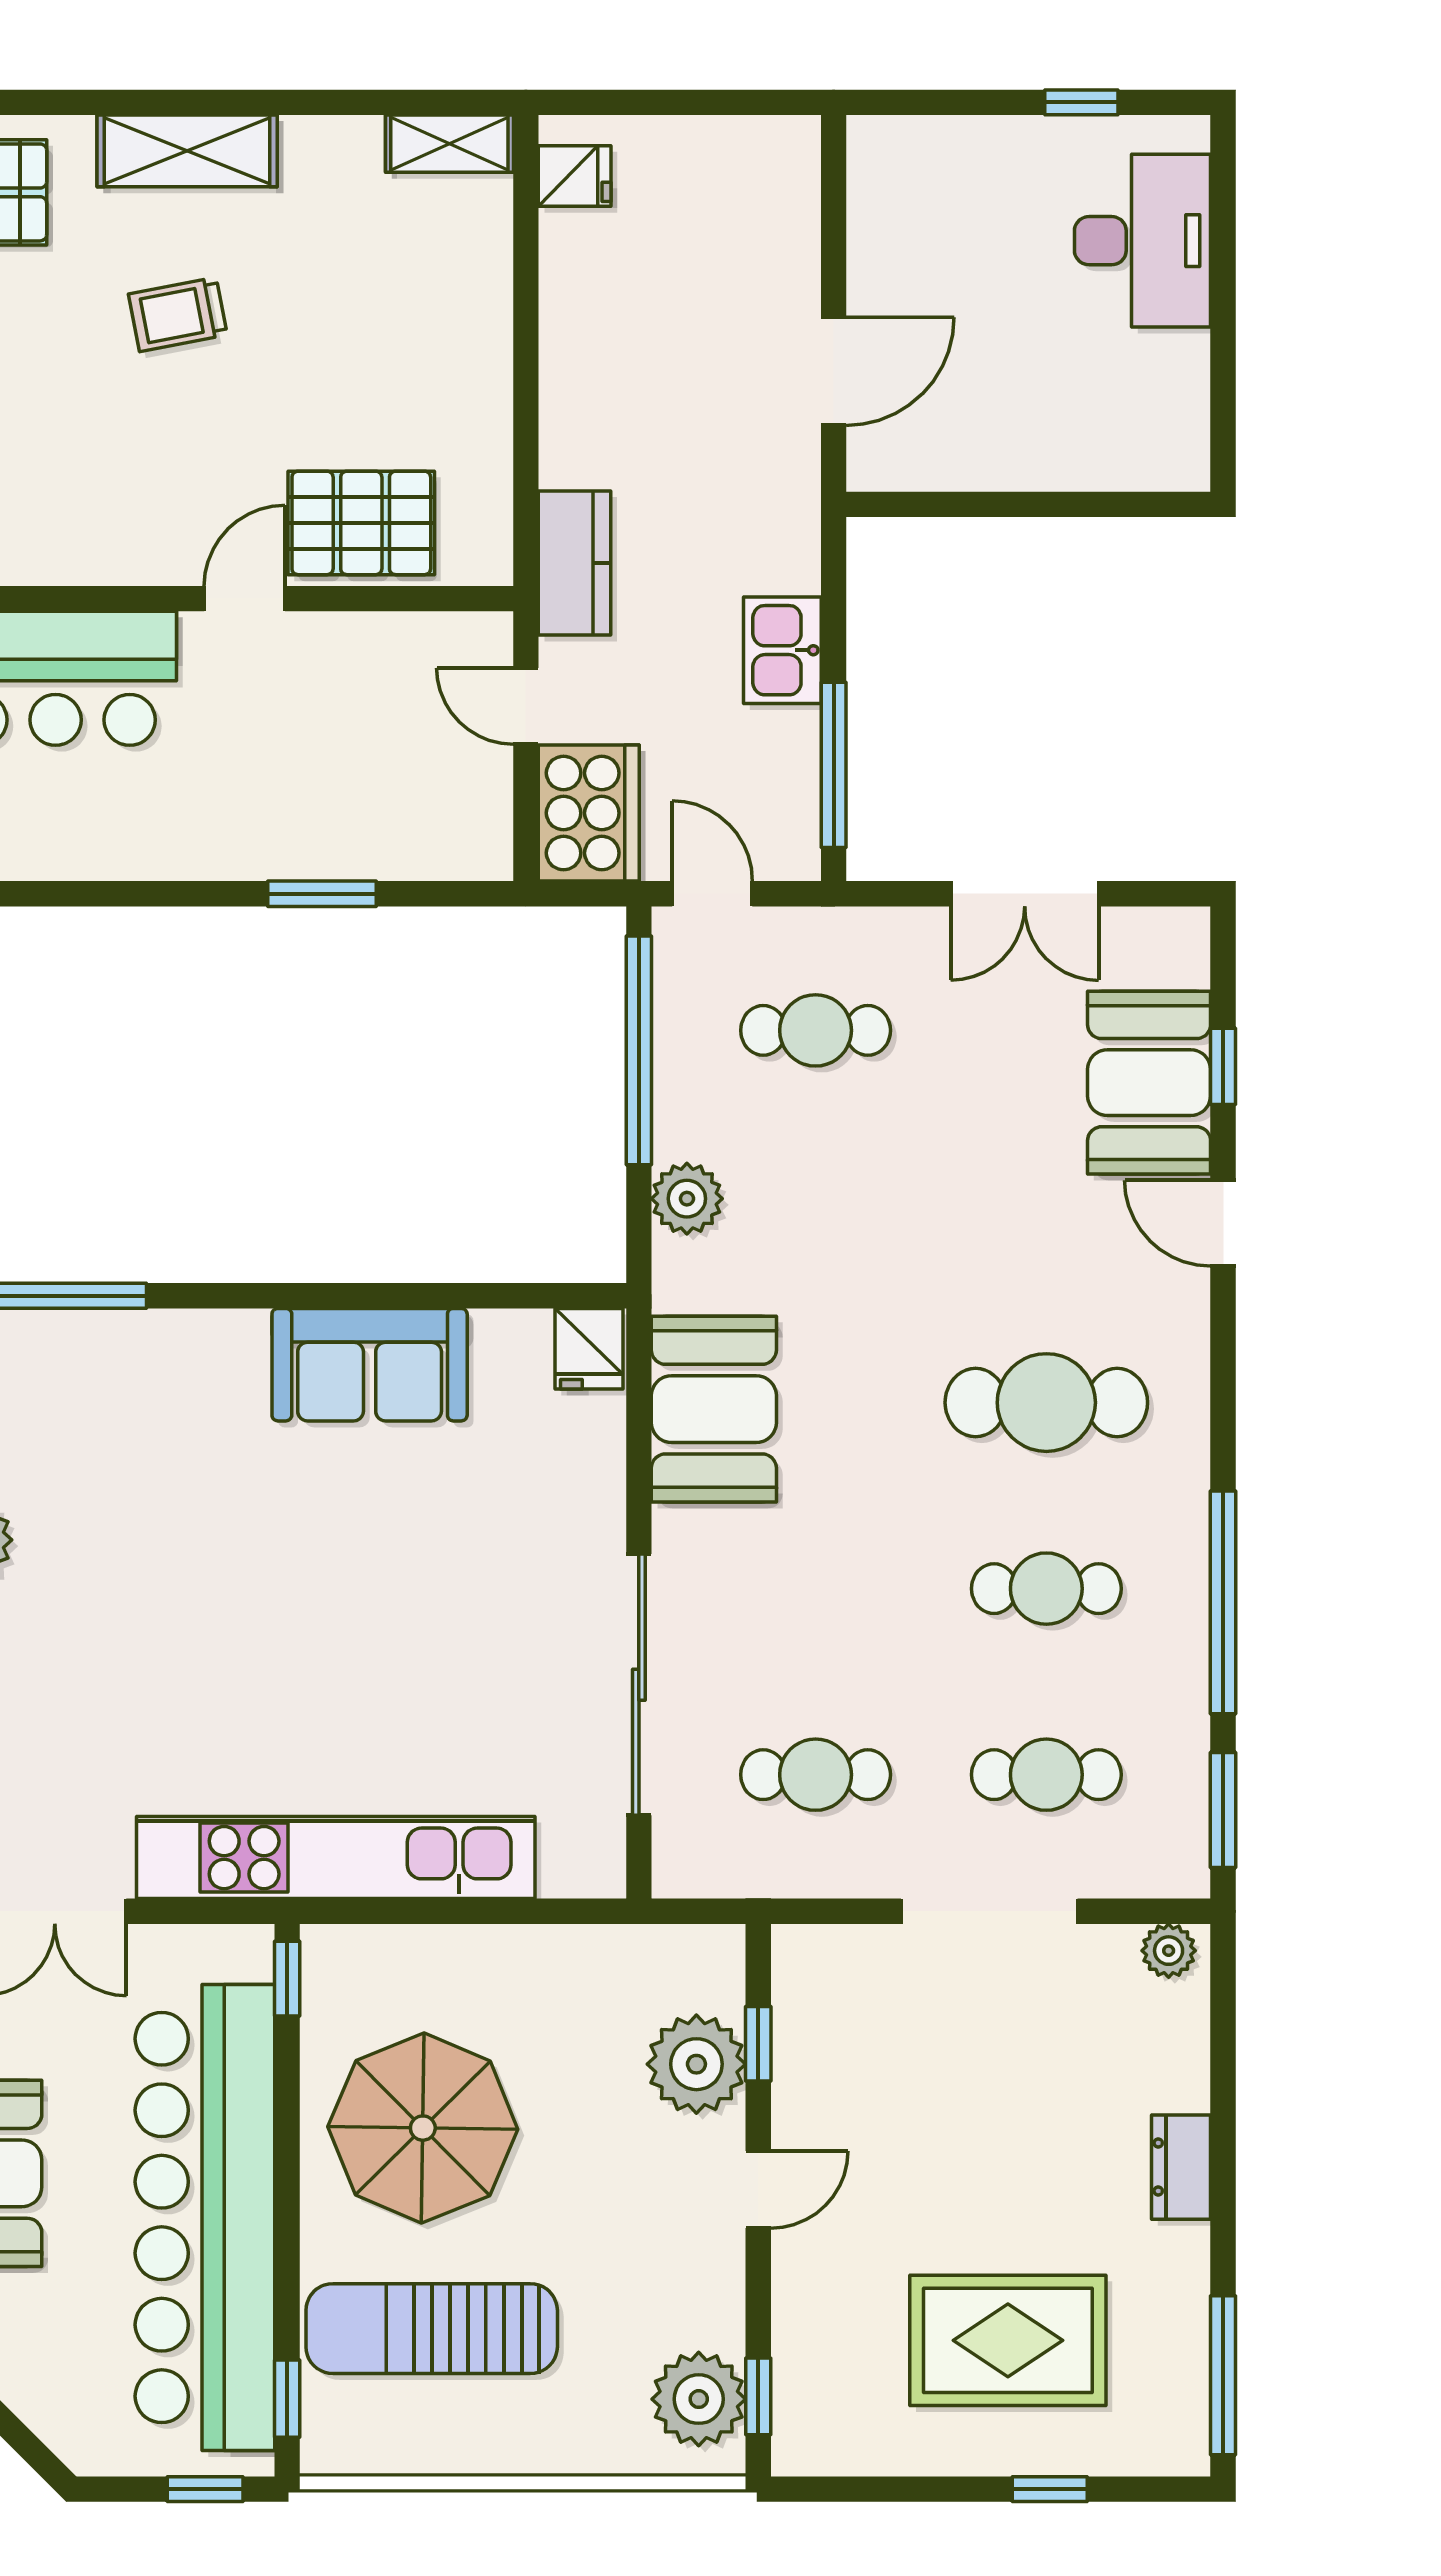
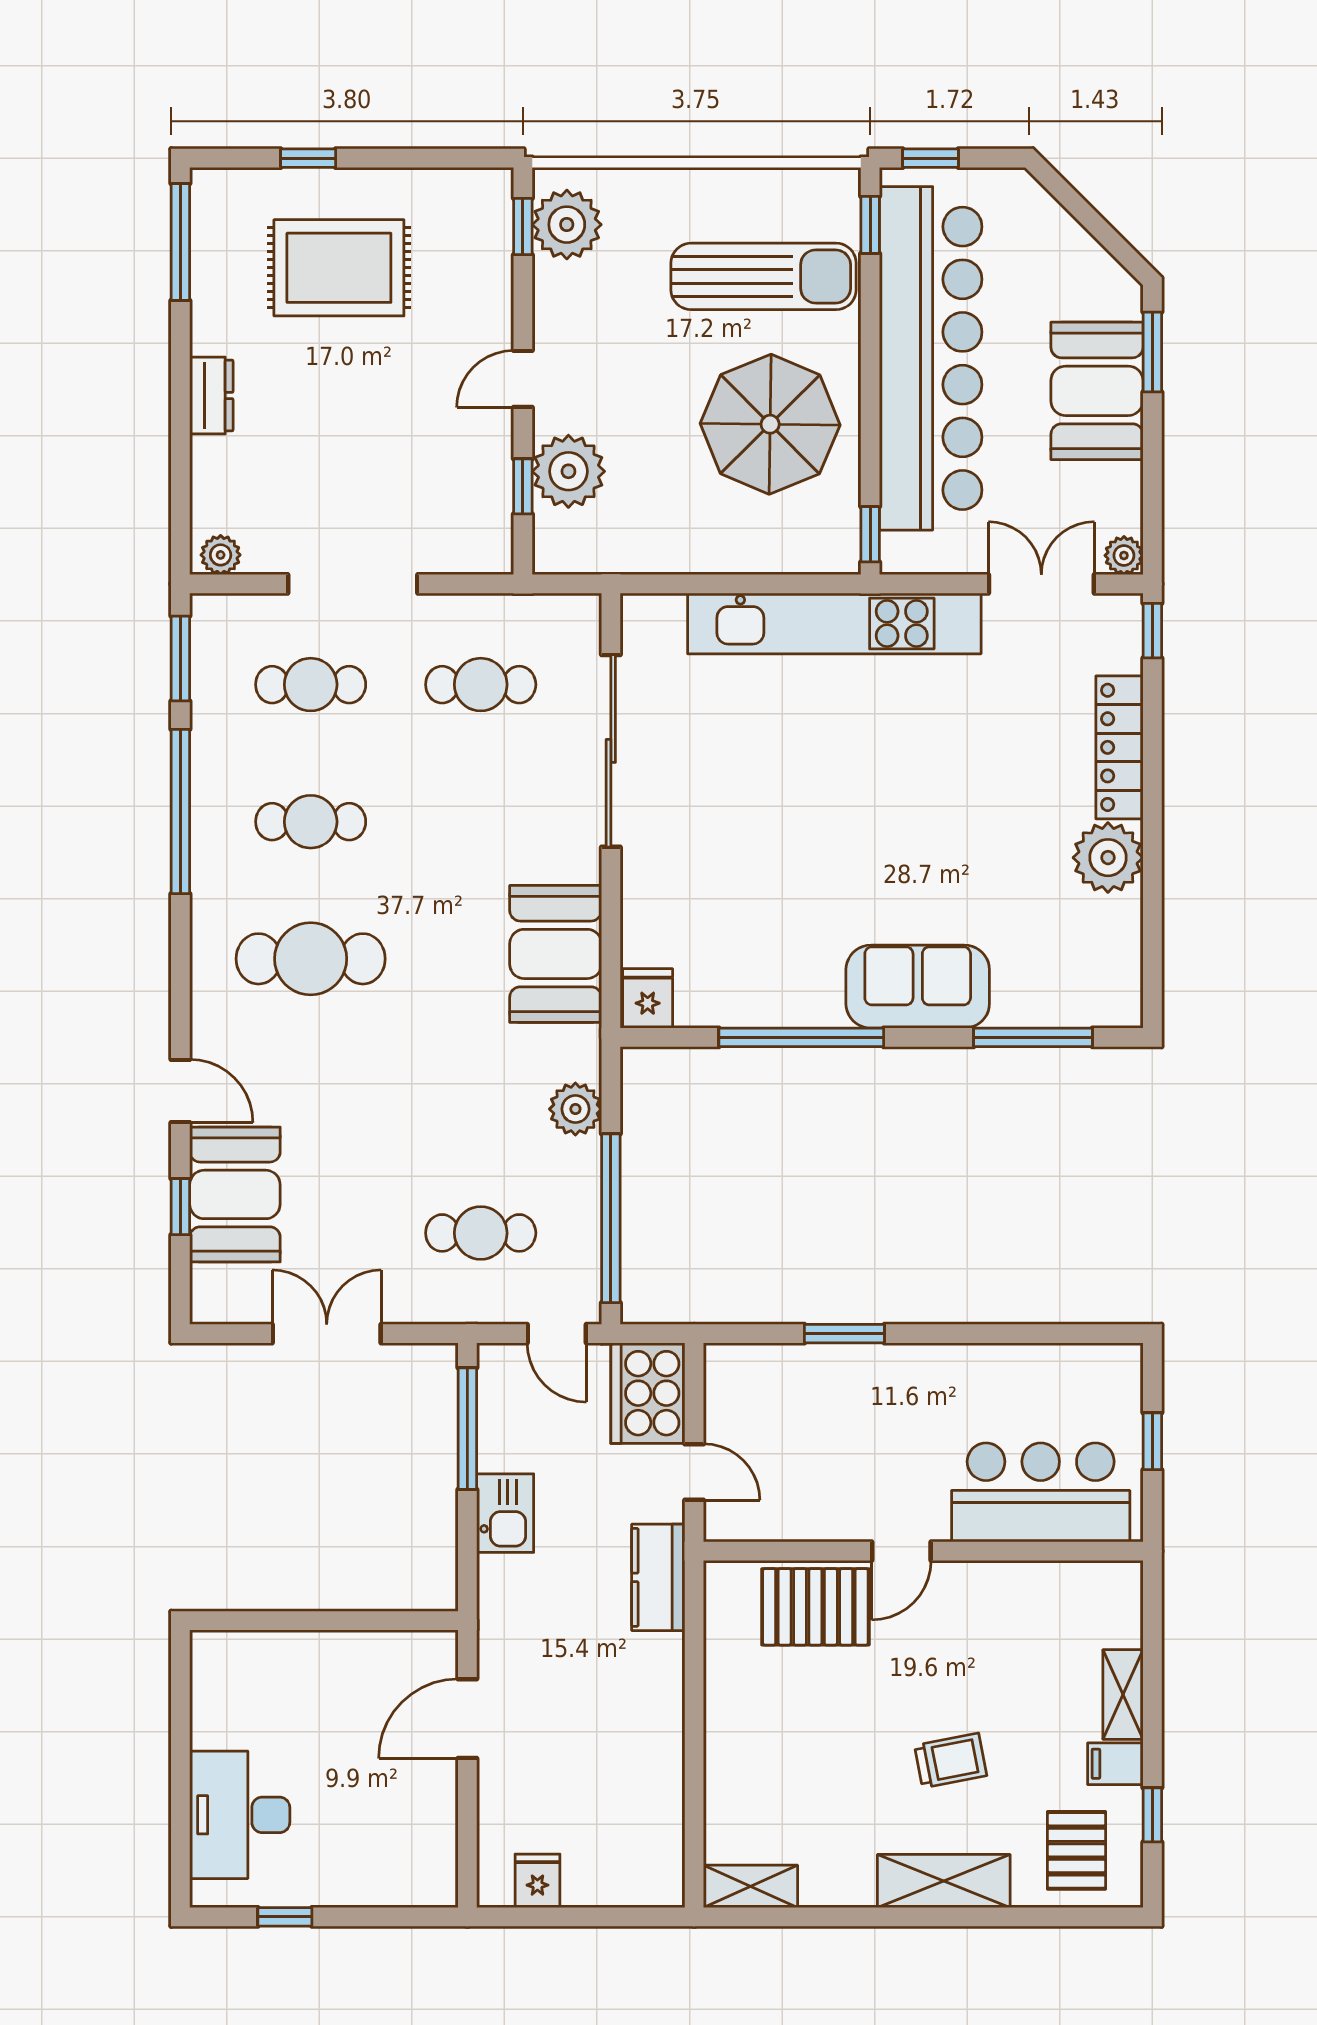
fridge: (575, 176) -> (537, 1881), moved, turned 90
window: (381, 1296) -> (801, 1037), added
sofa: (370, 1365) -> (918, 987), moved

